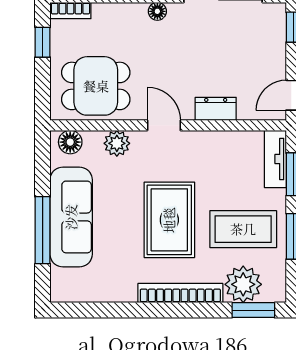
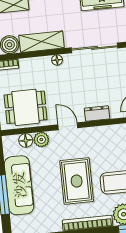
floor lamp: (70, 142) -> (26, 140), moved

